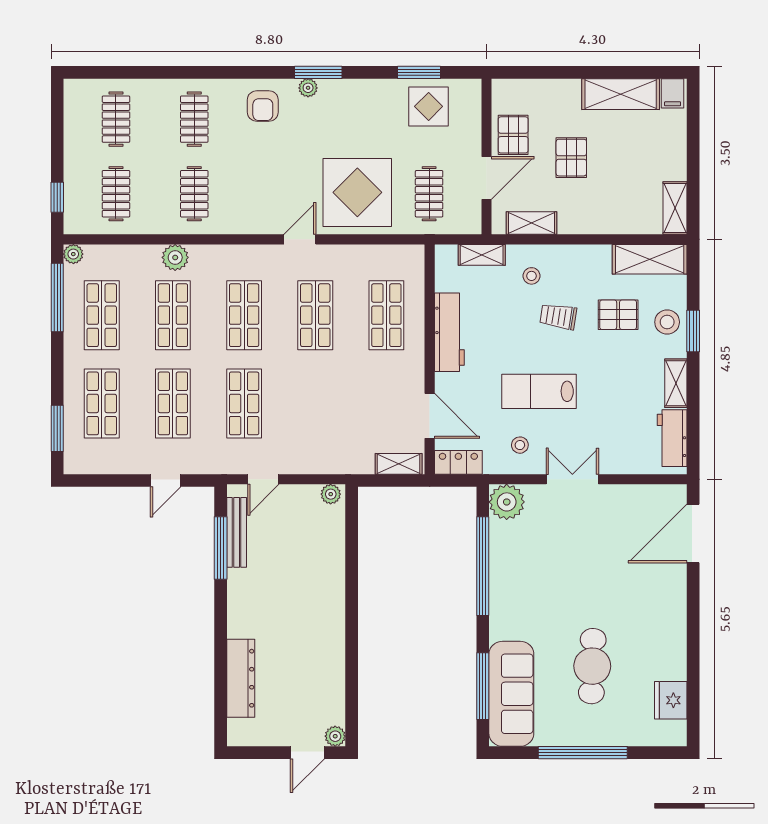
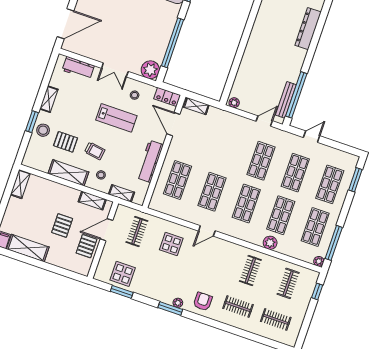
clothes rail: (116, 119) -> (276, 319), turned 90
clothes rail: (194, 119) -> (238, 306), turned 90
display table: (357, 192) -> (171, 244), width x0.54, depth x0.54
shelving: (650, 259) -> (68, 173), moved
workbench: (672, 438) -> (78, 68), moved, turned 90
window: (221, 548) -> (296, 95), width x1.46

